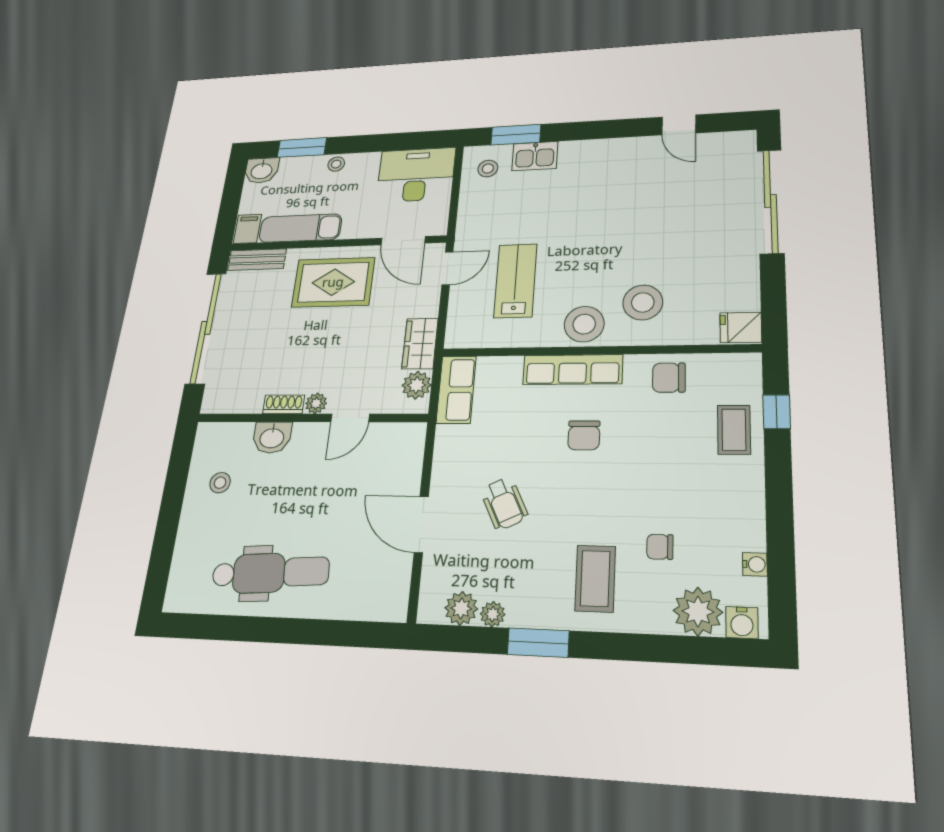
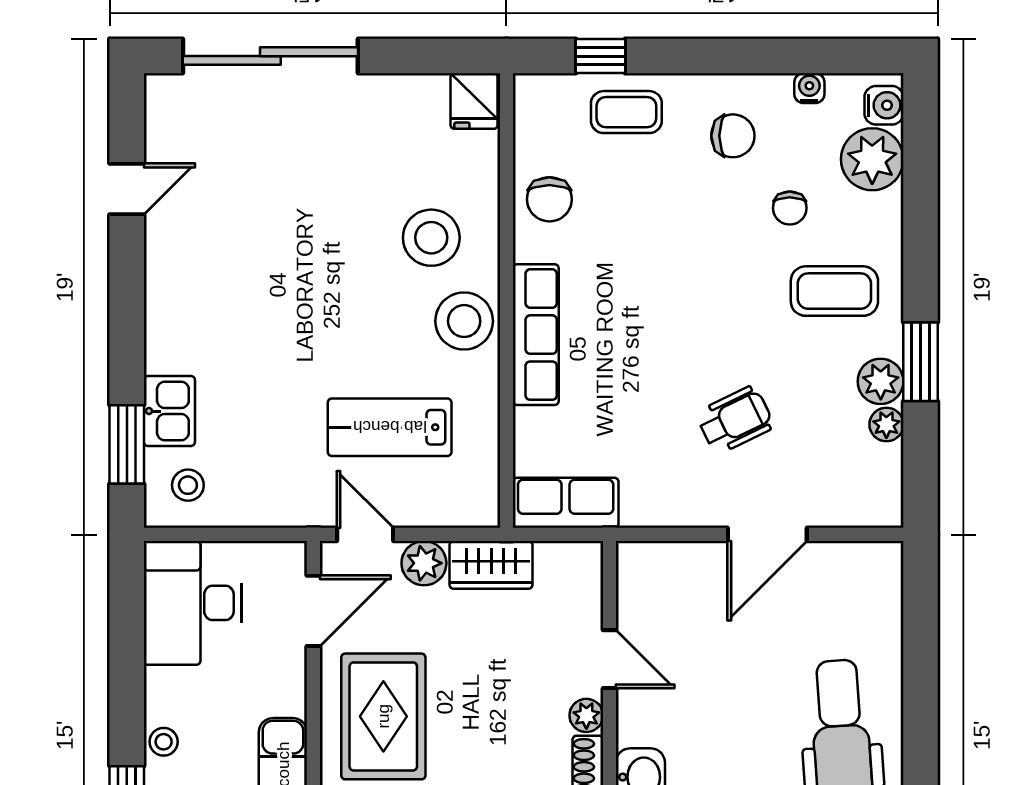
plant: (417, 385) -> (424, 563), moved
chair: (584, 435) -> (733, 136), moved
plant: (461, 608) -> (881, 381), moved

